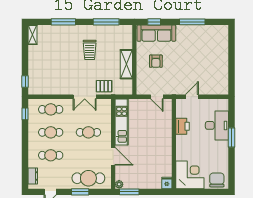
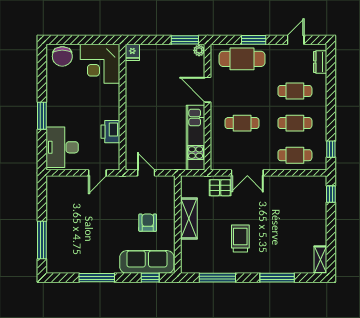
window: (231, 49) -> (42, 240), added
double door: (85, 97) -> (247, 173), swing flipped
desk: (217, 125) -> (62, 147), moved

